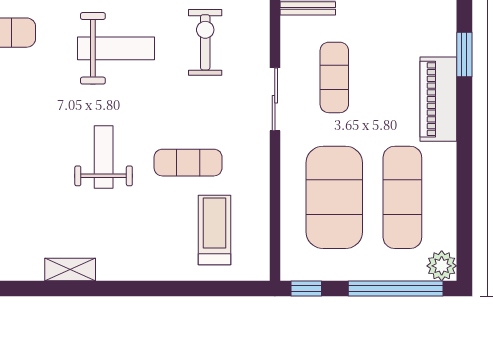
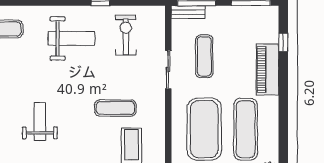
window: (464, 54) -> (283, 42), width x0.67
weight bench: (104, 157) -> (40, 121), moved

